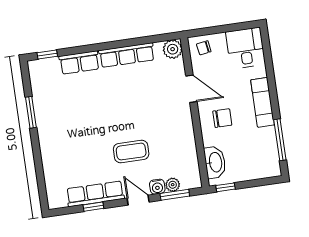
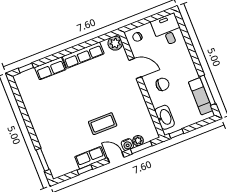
exam couch: (263, 102) -> (201, 96), moved
window: (31, 112) -> (43, 160), moved
row of seats: (95, 194) -> (90, 158), width x0.68

